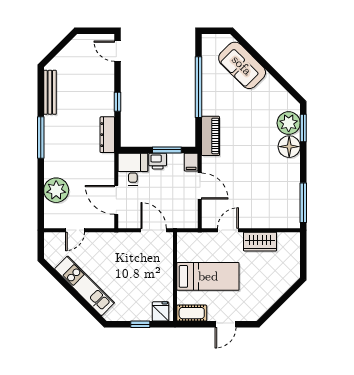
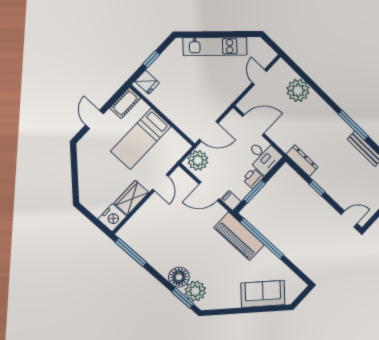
window: (199, 87) -> (262, 239), moved
piano: (210, 136) -> (239, 236), width x1.37, depth x1.33
window: (41, 137) -> (353, 125), moved
plant: (184, 217) -> (198, 160), added
nightstand: (289, 242) -> (112, 218), added

